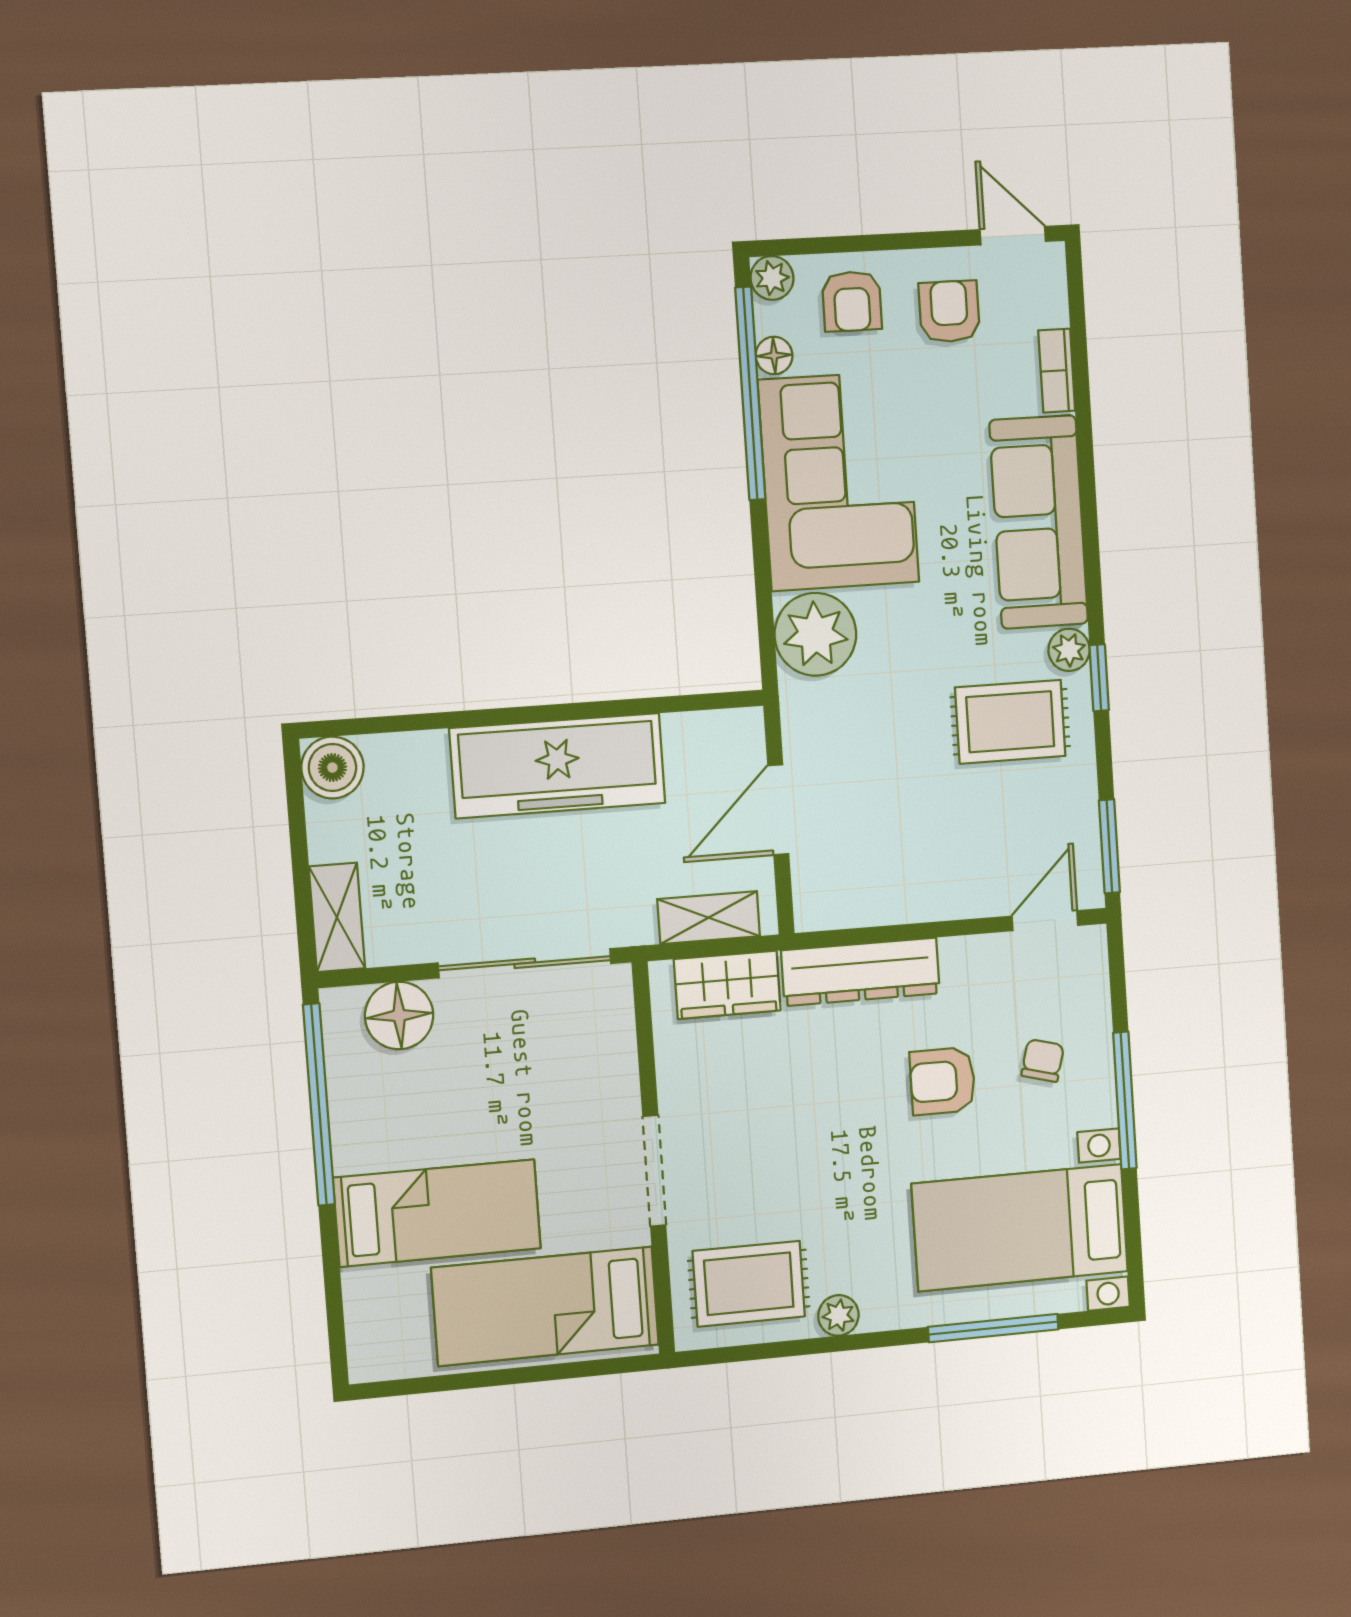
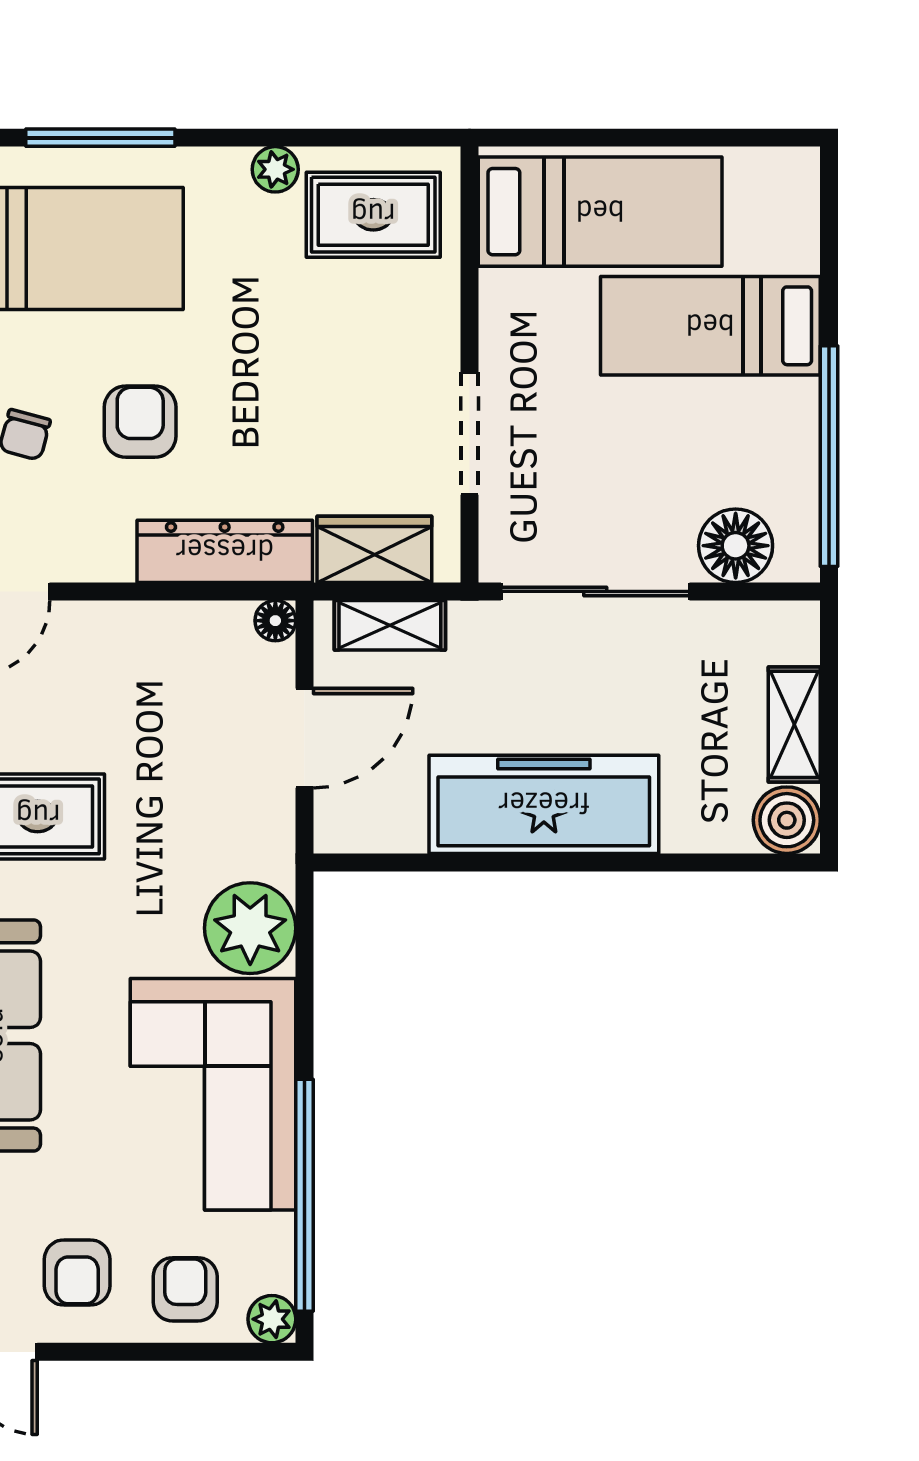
floor lamp: (774, 356) -> (275, 621), moved
shelving: (337, 917) -> (794, 724), moved
armchair: (943, 1081) -> (140, 422), turned -90
doorway: (654, 1171) -> (470, 433), moved

